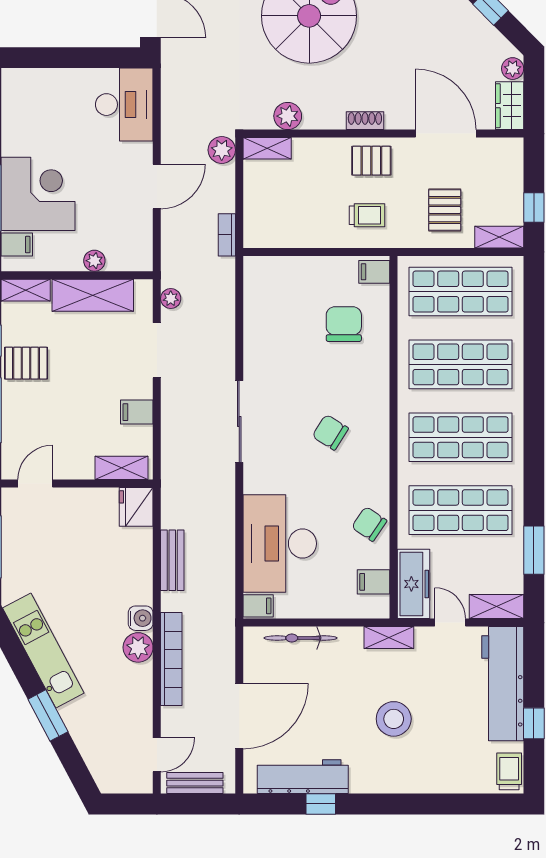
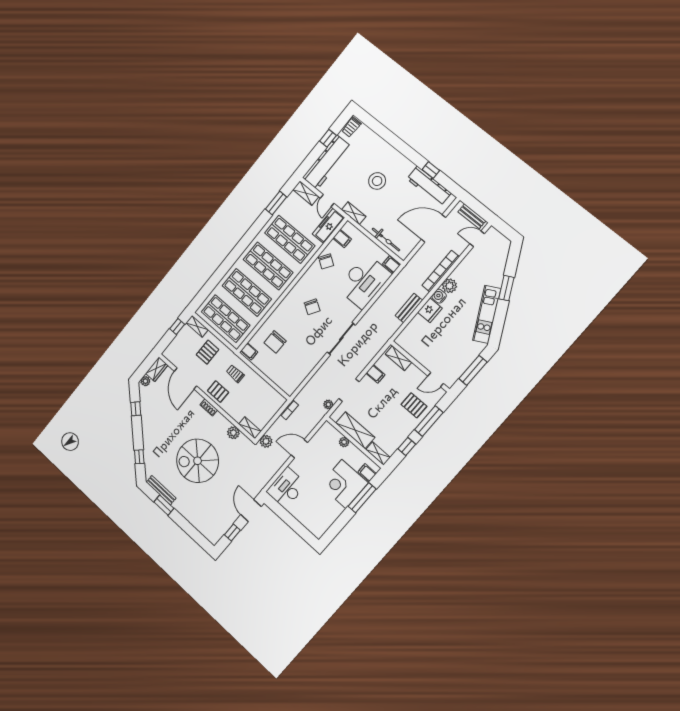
pallet: (26, 363) -> (414, 405), moved
fridge: (136, 507) -> (430, 310), moved

